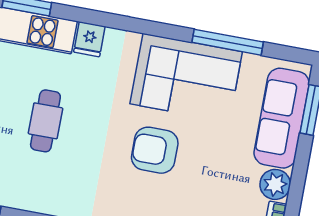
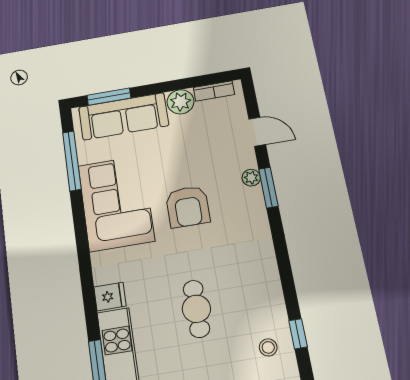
window: (228, 42) -> (72, 161), moved
cafe table: (45, 121) -> (196, 309), turned 90

